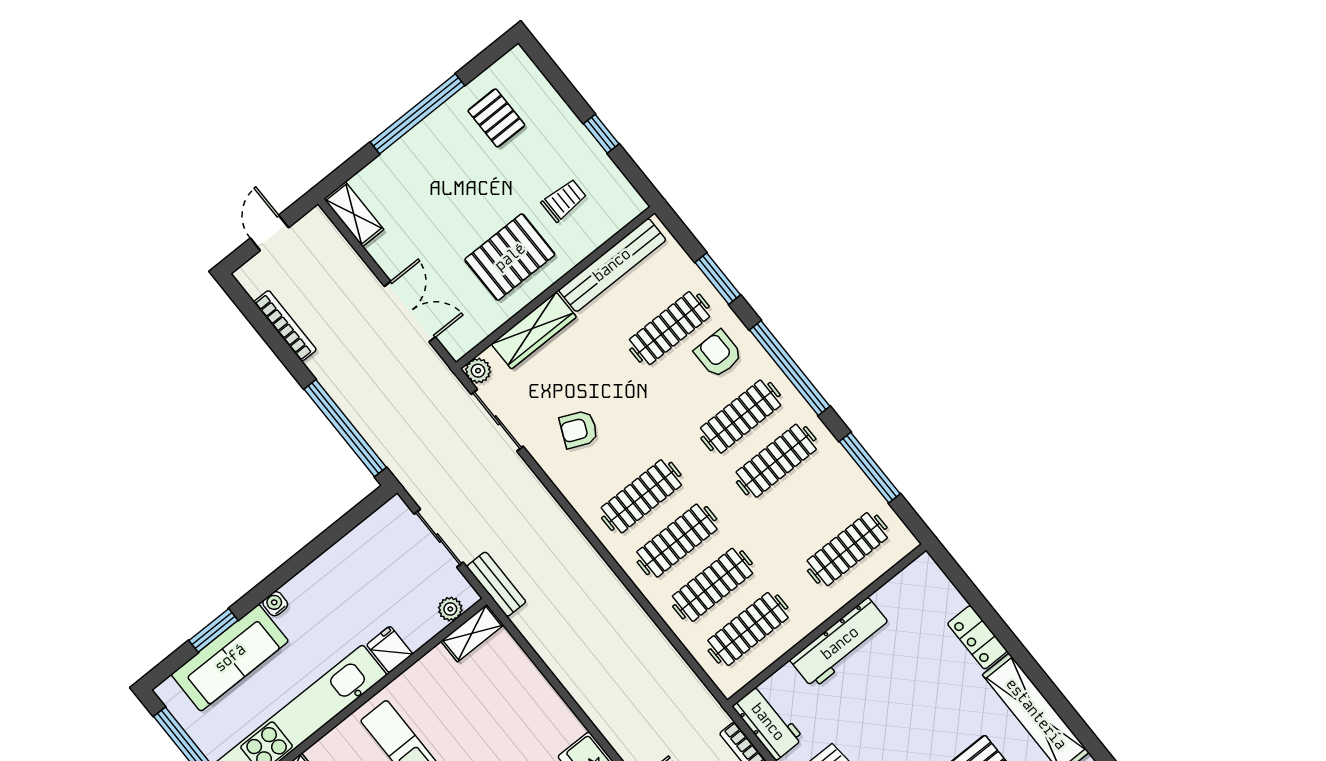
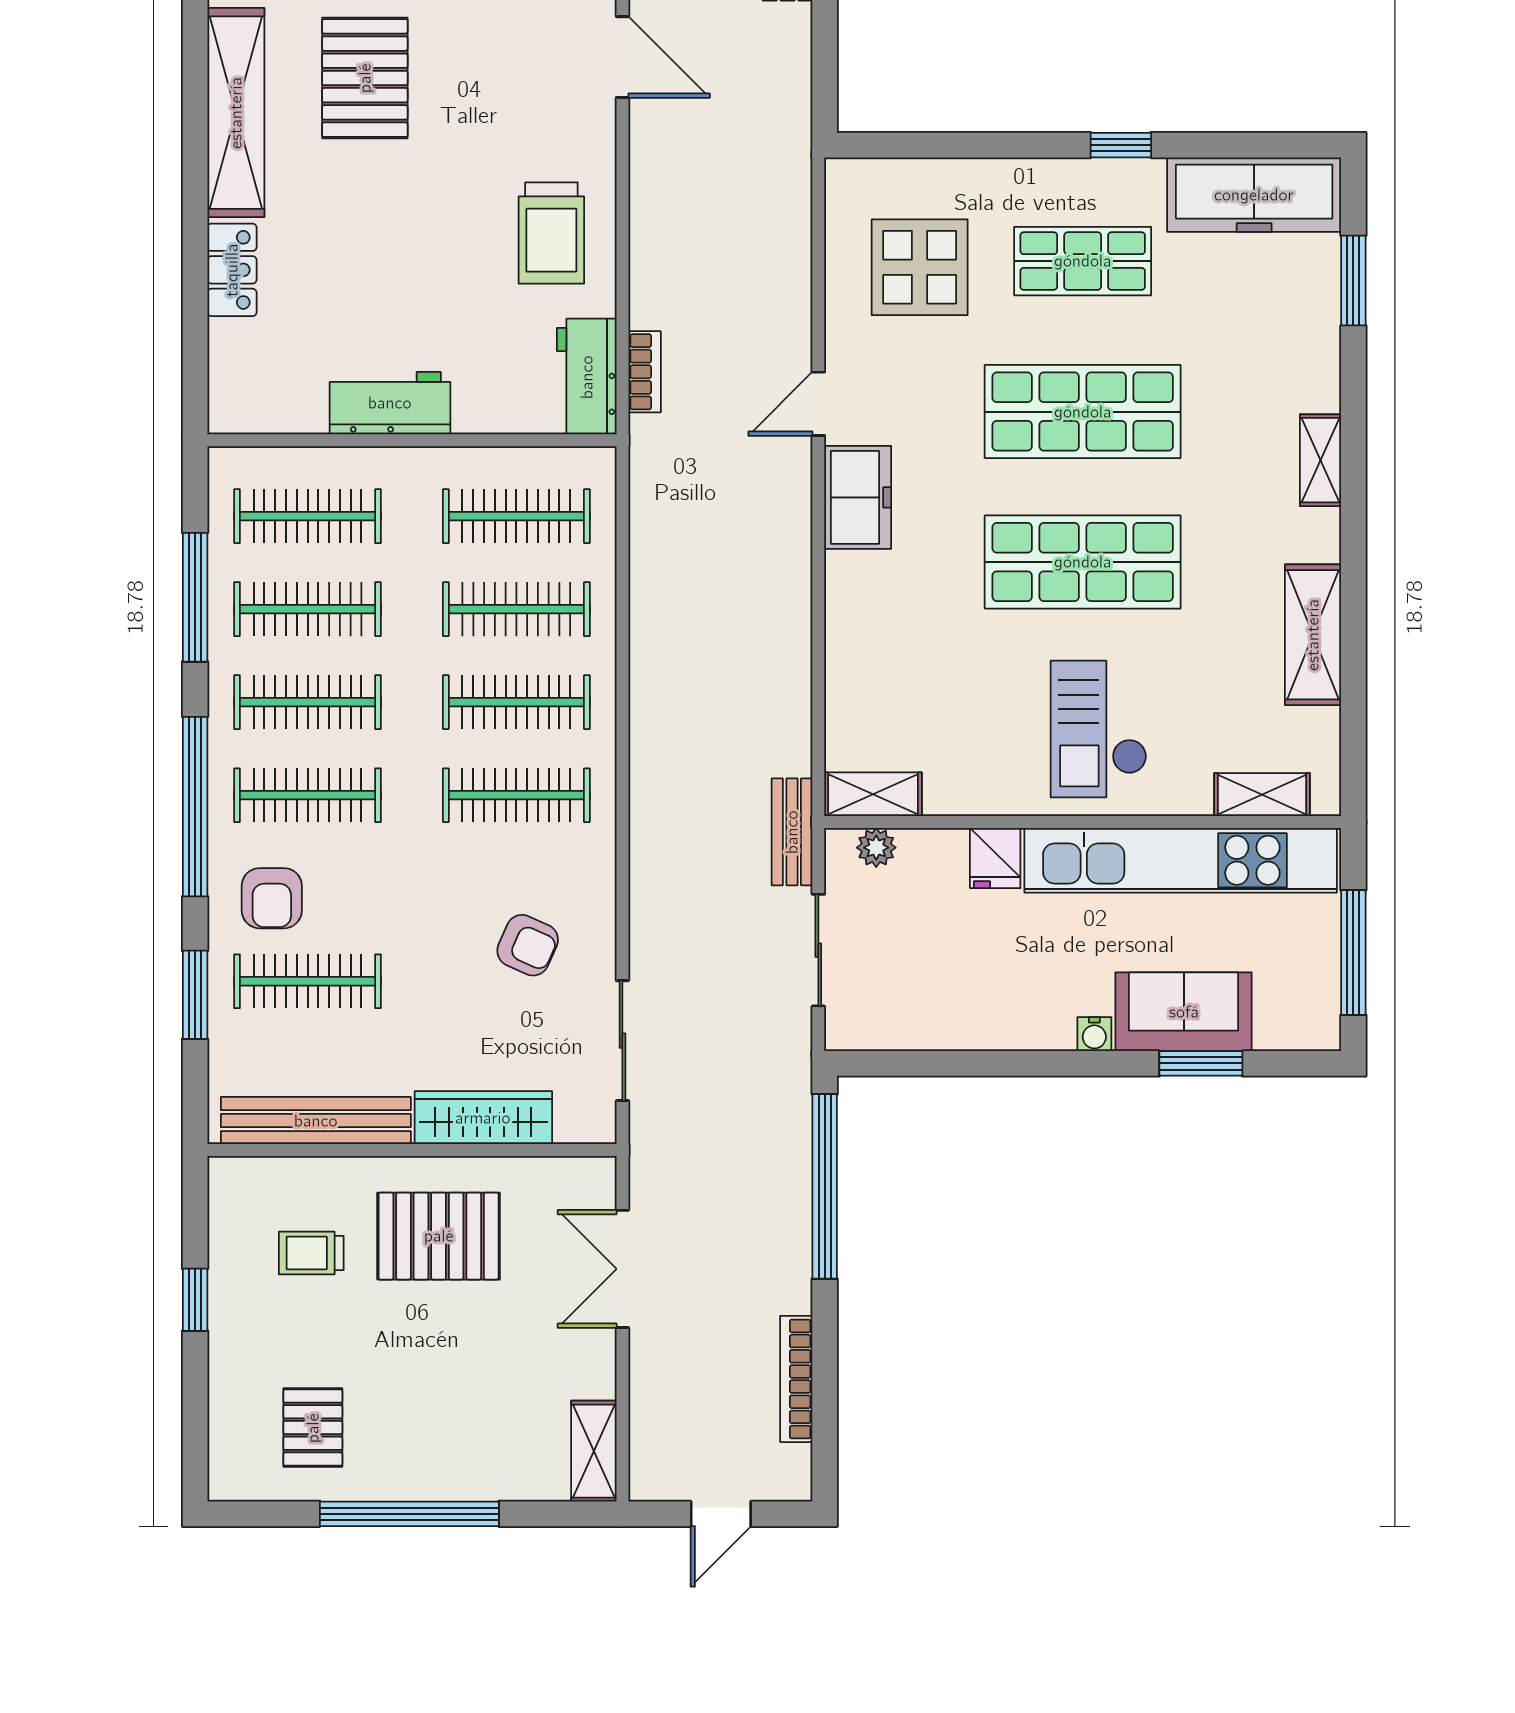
plant: (478, 371) -> (596, 1124), removed
clothes rail: (812, 505) -> (308, 609), added
workbench: (840, 643) -> (390, 403), width x0.73
sofa: (230, 658) -> (1184, 1012), width x0.73

